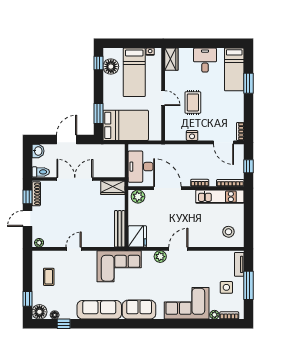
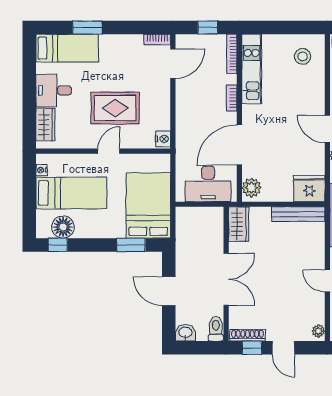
wardrobe: (171, 59) -> (45, 125), moved, turned 90
rug: (193, 102) -> (115, 108), width x1.36, depth x1.43
nightstand: (192, 136) -> (163, 139), moved
double door: (75, 179) -> (226, 279), swing flipped

